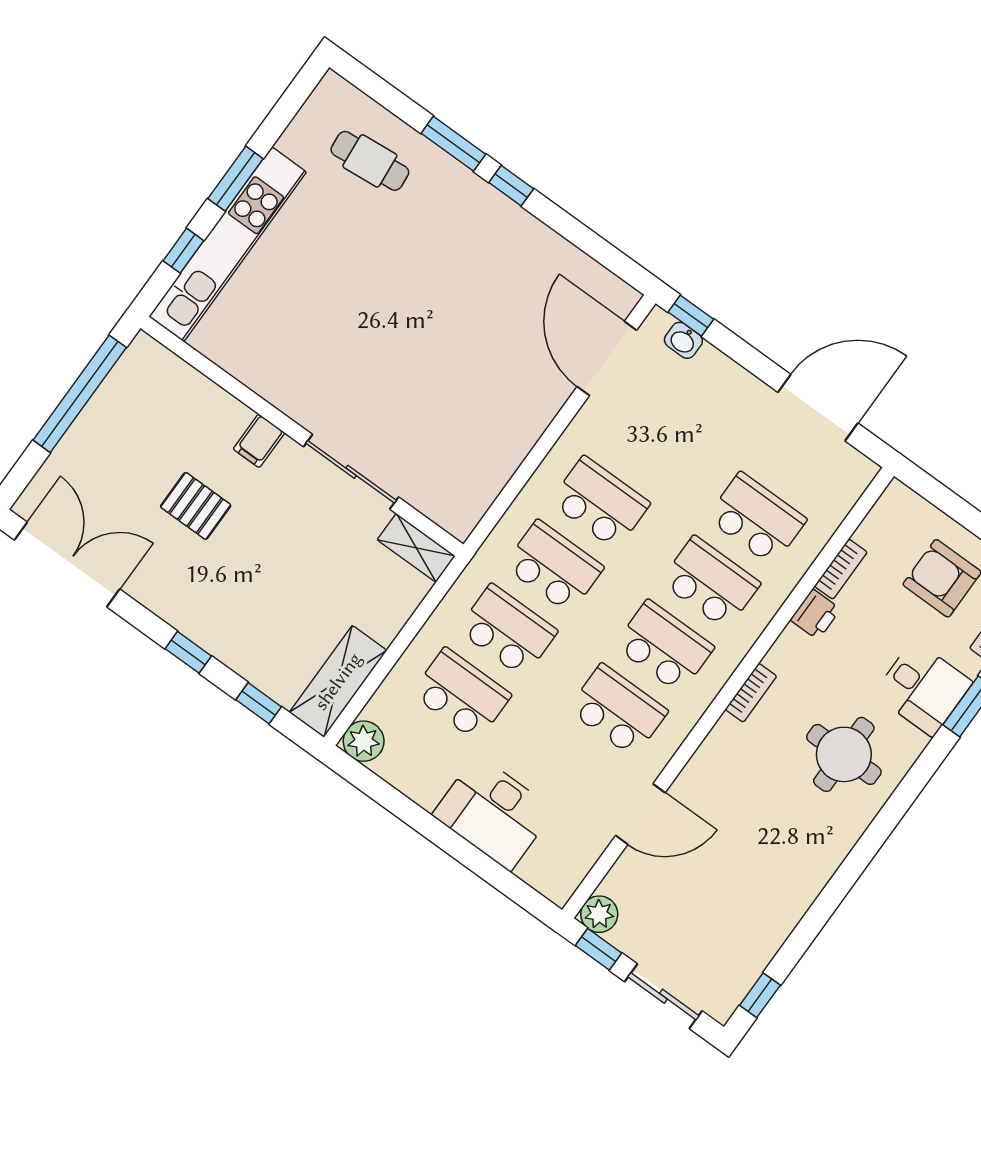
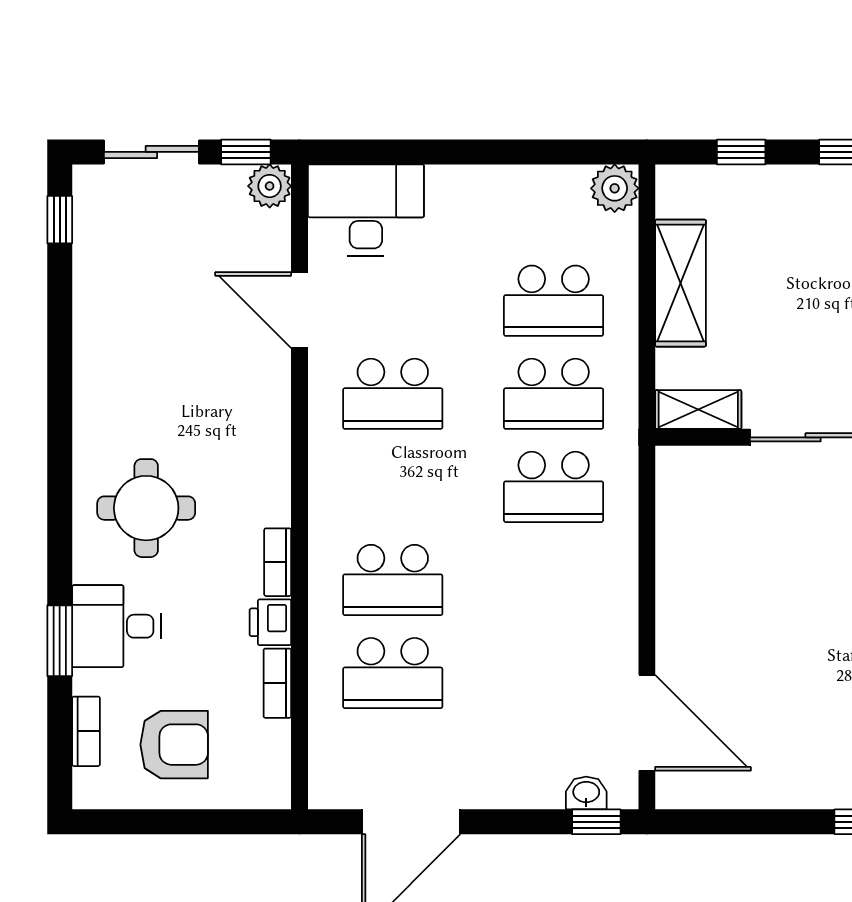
school desk: (600, 503) -> (554, 580), removed
school desk: (664, 647) -> (393, 487), removed
shelving: (338, 681) -> (680, 283), moved
bookcase: (751, 693) -> (278, 562), moved
desk: (493, 812) -> (366, 210), moved
door: (640, 814) -> (300, 310), hinge flipped

